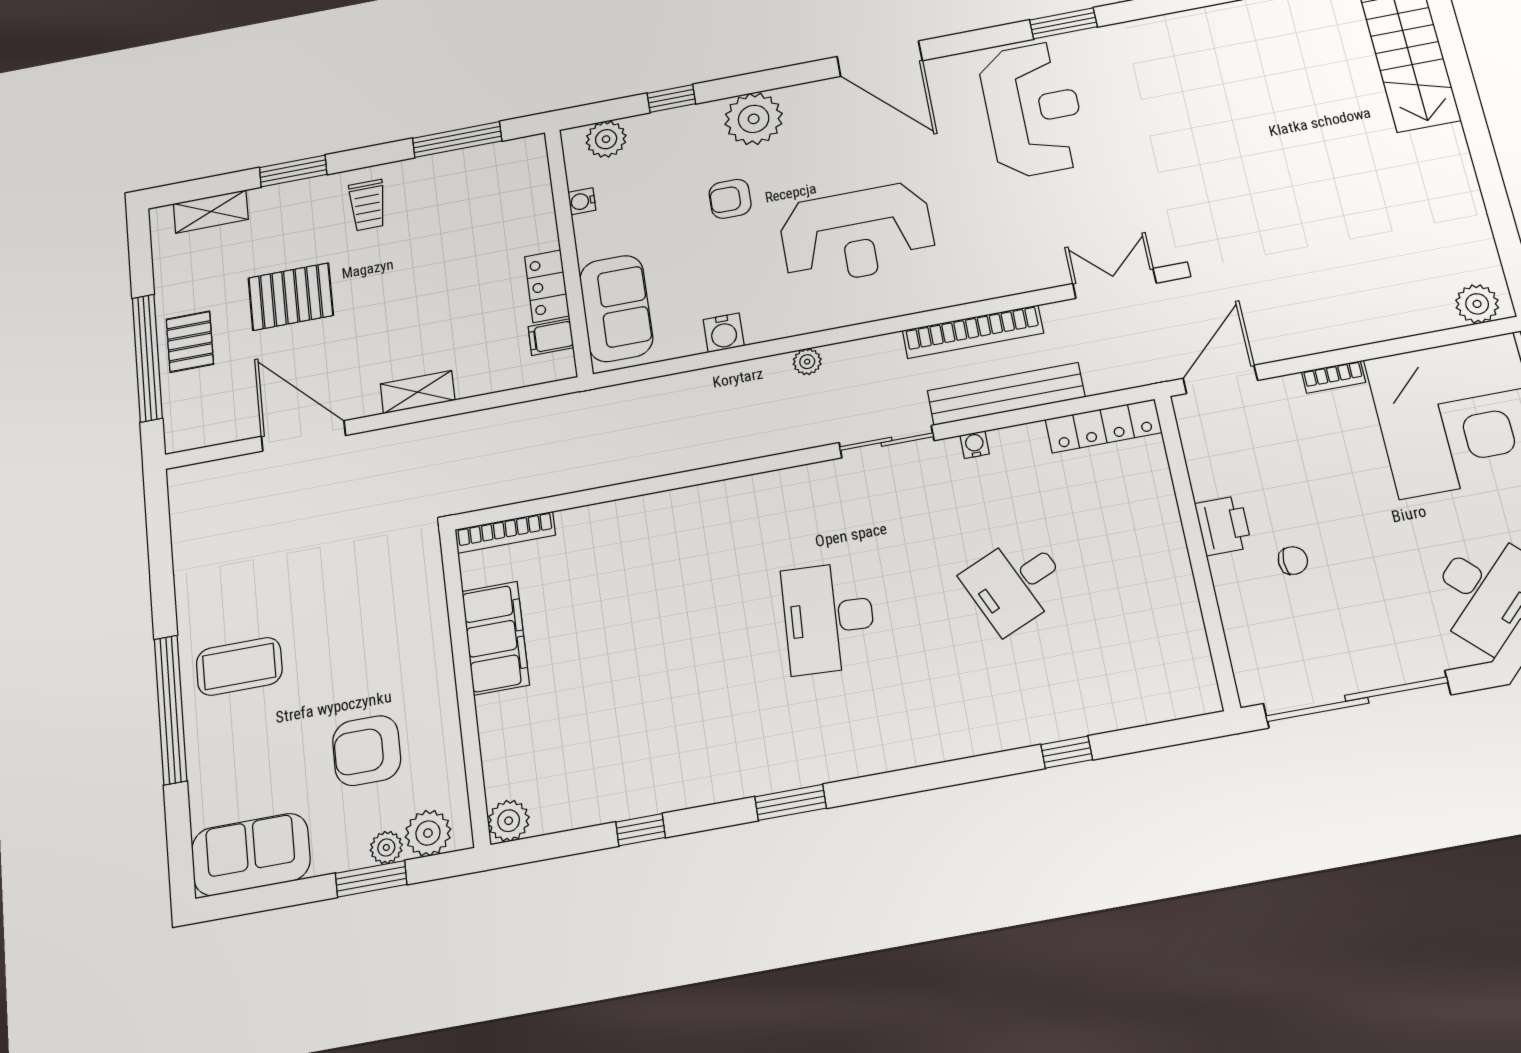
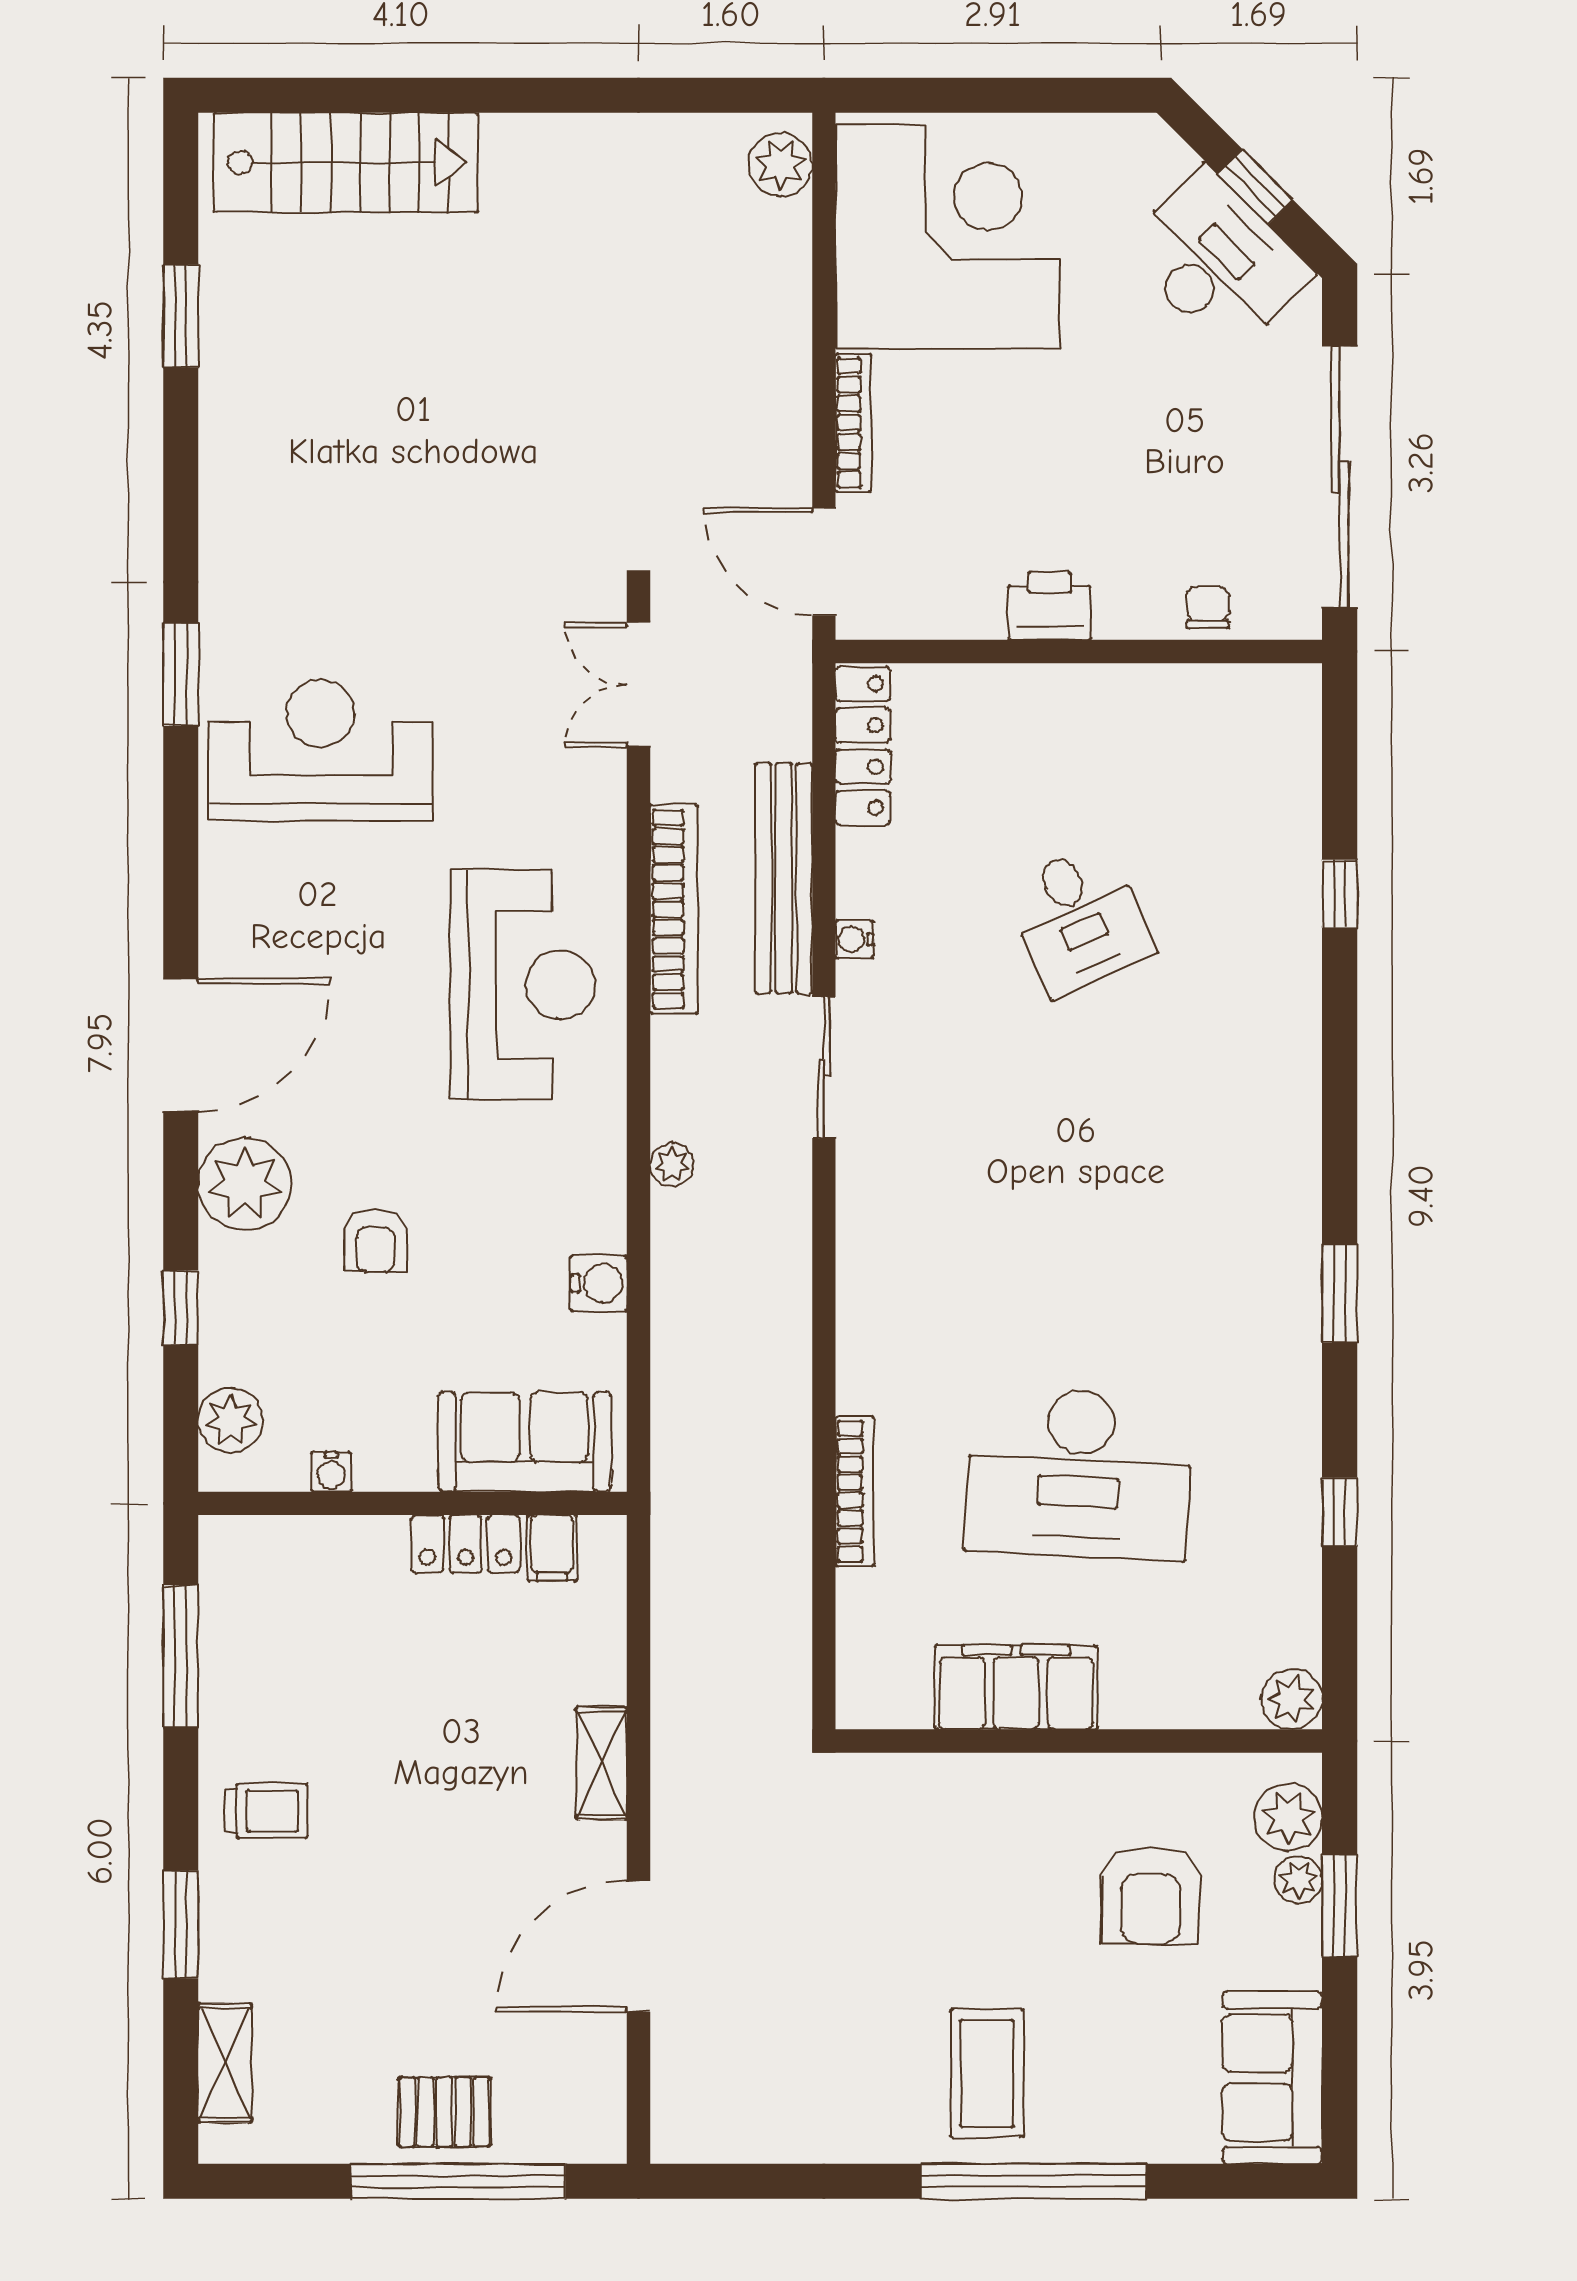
door: (880, 59) -> (181, 1045), moved
reception desk: (857, 234) -> (523, 985), moved
pallet: (291, 297) -> (400, 1947), removed
bookcase: (1333, 377) -> (853, 423), width x1.56
bookcase: (505, 532) -> (855, 1491), moved
chair: (1293, 560) -> (1208, 608), moved
desk: (829, 618) -> (1079, 1474), moved, width x1.36, depth x1.30

